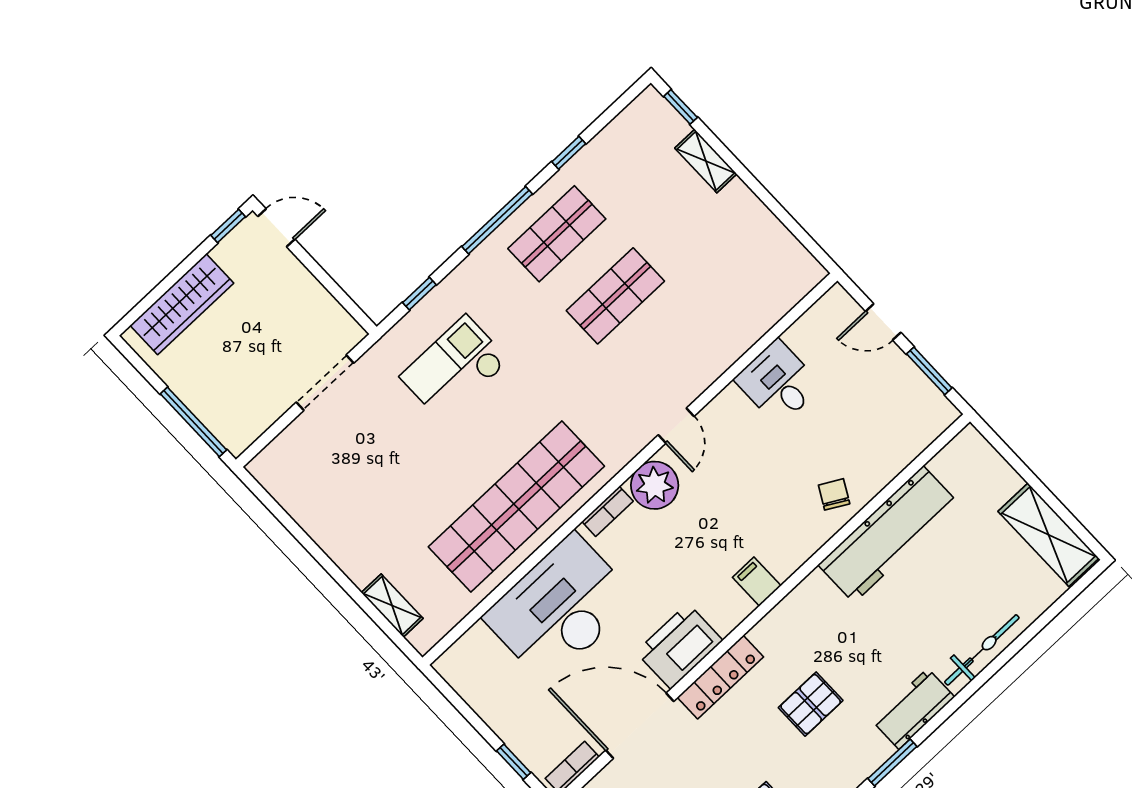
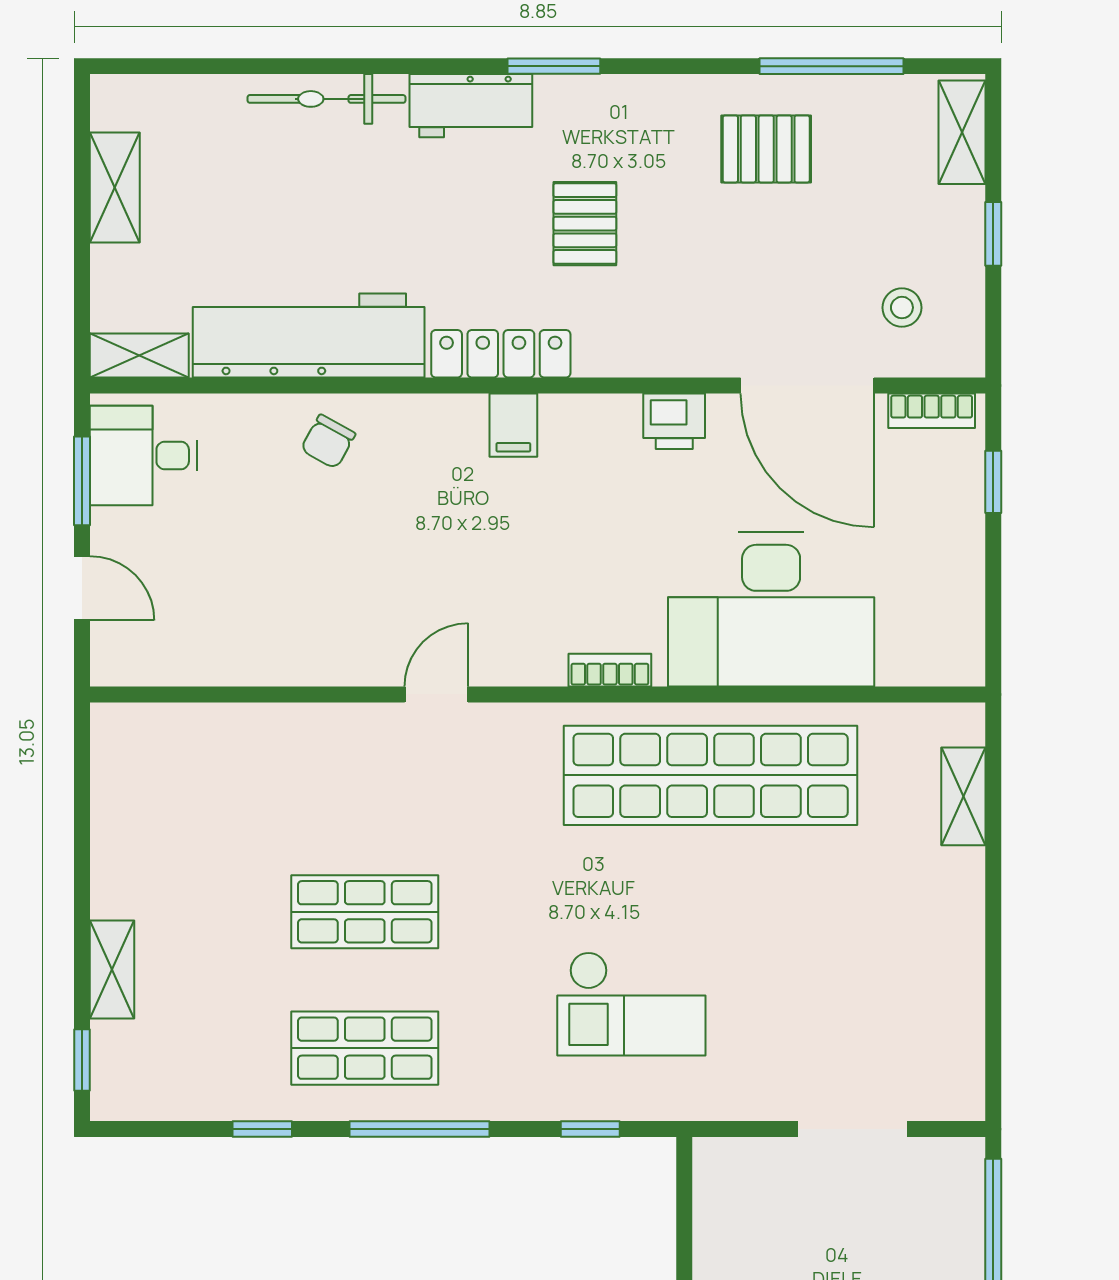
doorway: (325, 383) -> (853, 1129), moved
desk: (778, 383) -> (144, 455), moved, turned 90
shelving: (957, 453) -> (139, 355), added
plant: (655, 485) -> (527, 649), removed
shelving: (1048, 535) -> (115, 187), width x0.67, depth x0.75
printer: (679, 646) -> (674, 421), width x0.53, depth x0.68
locker: (720, 677) -> (501, 354), moved
pallet: (811, 704) -> (585, 224), turned 90

